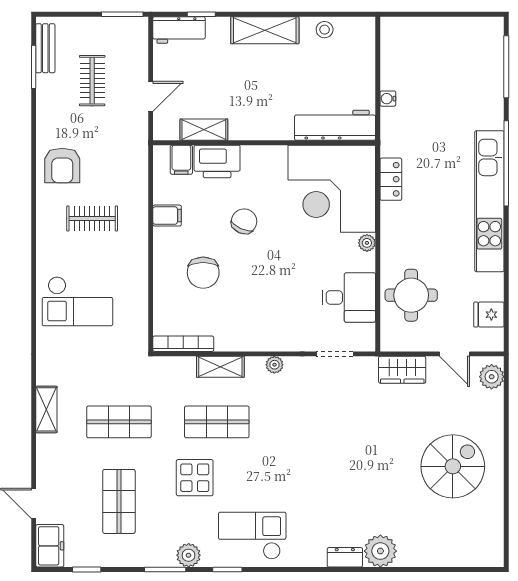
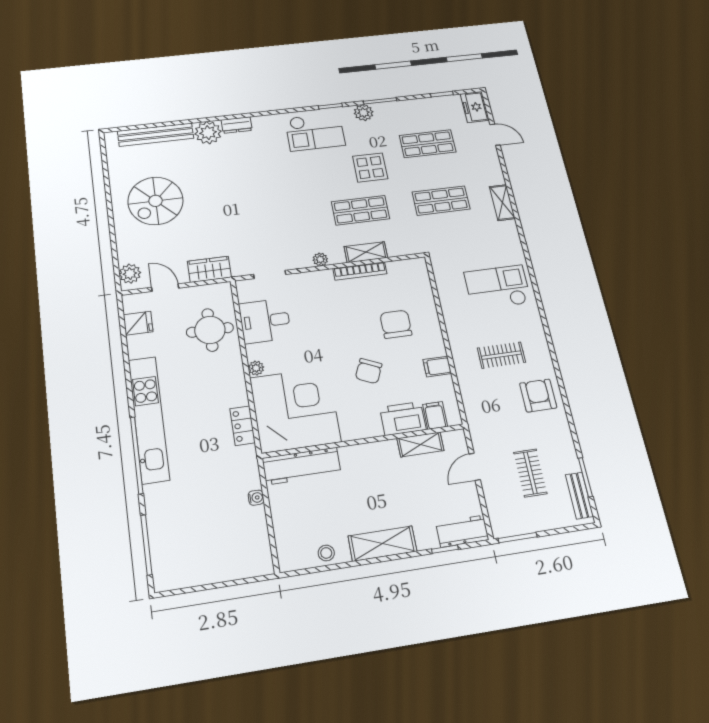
bookcase: (183, 344) -> (360, 271), moved
shop shelf: (119, 501) -> (428, 144), turned 90
bench: (443, 556) -> (156, 135), added

